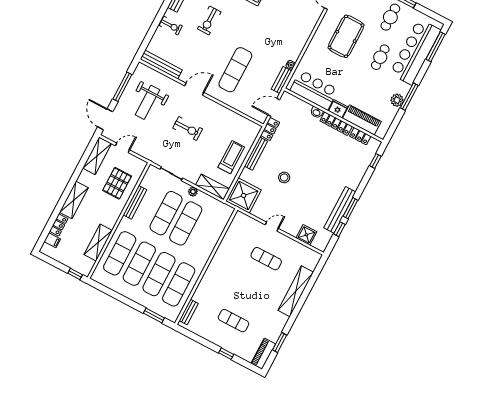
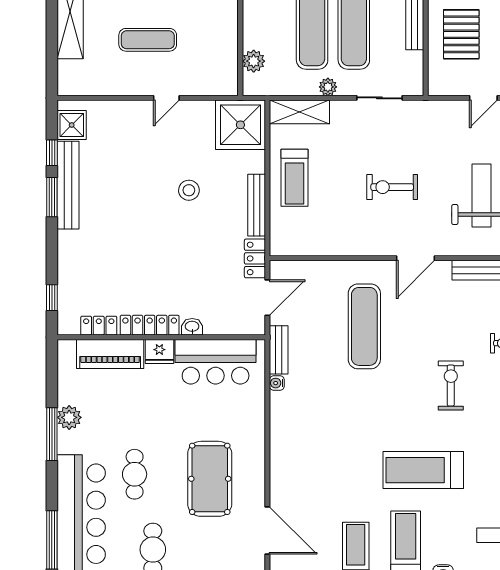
plant: (222, 222) -> (254, 61), added
shower: (306, 235) -> (72, 125), moved

